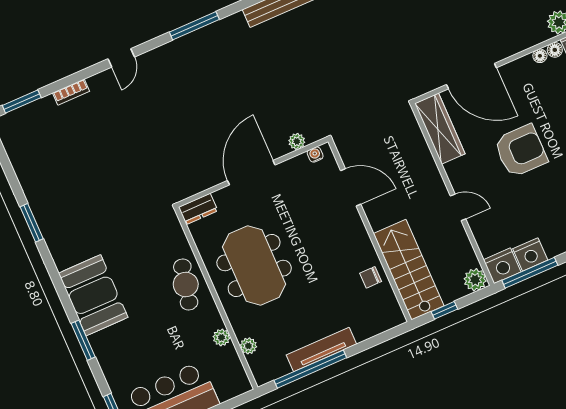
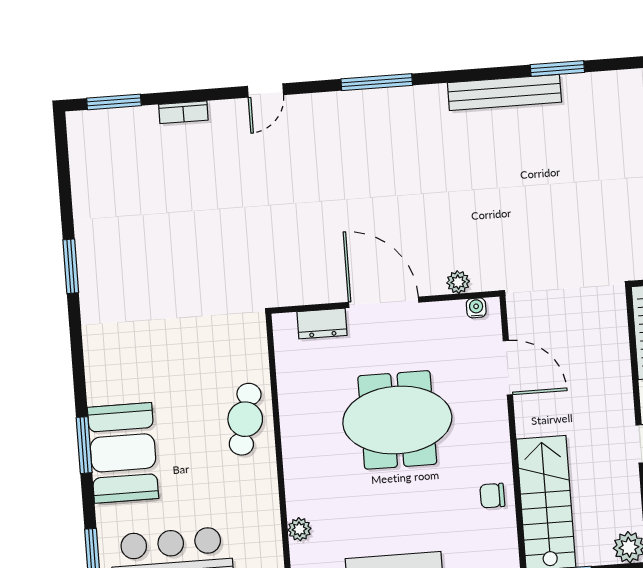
door: (251, 173) -> (384, 302), hinge flipped
dresser: (198, 209) -> (322, 324), moved
meeting table: (254, 265) -> (397, 420), moved, turned 90
booth: (93, 295) -> (123, 453), moved
plant: (221, 337) -> (268, 506), removed

